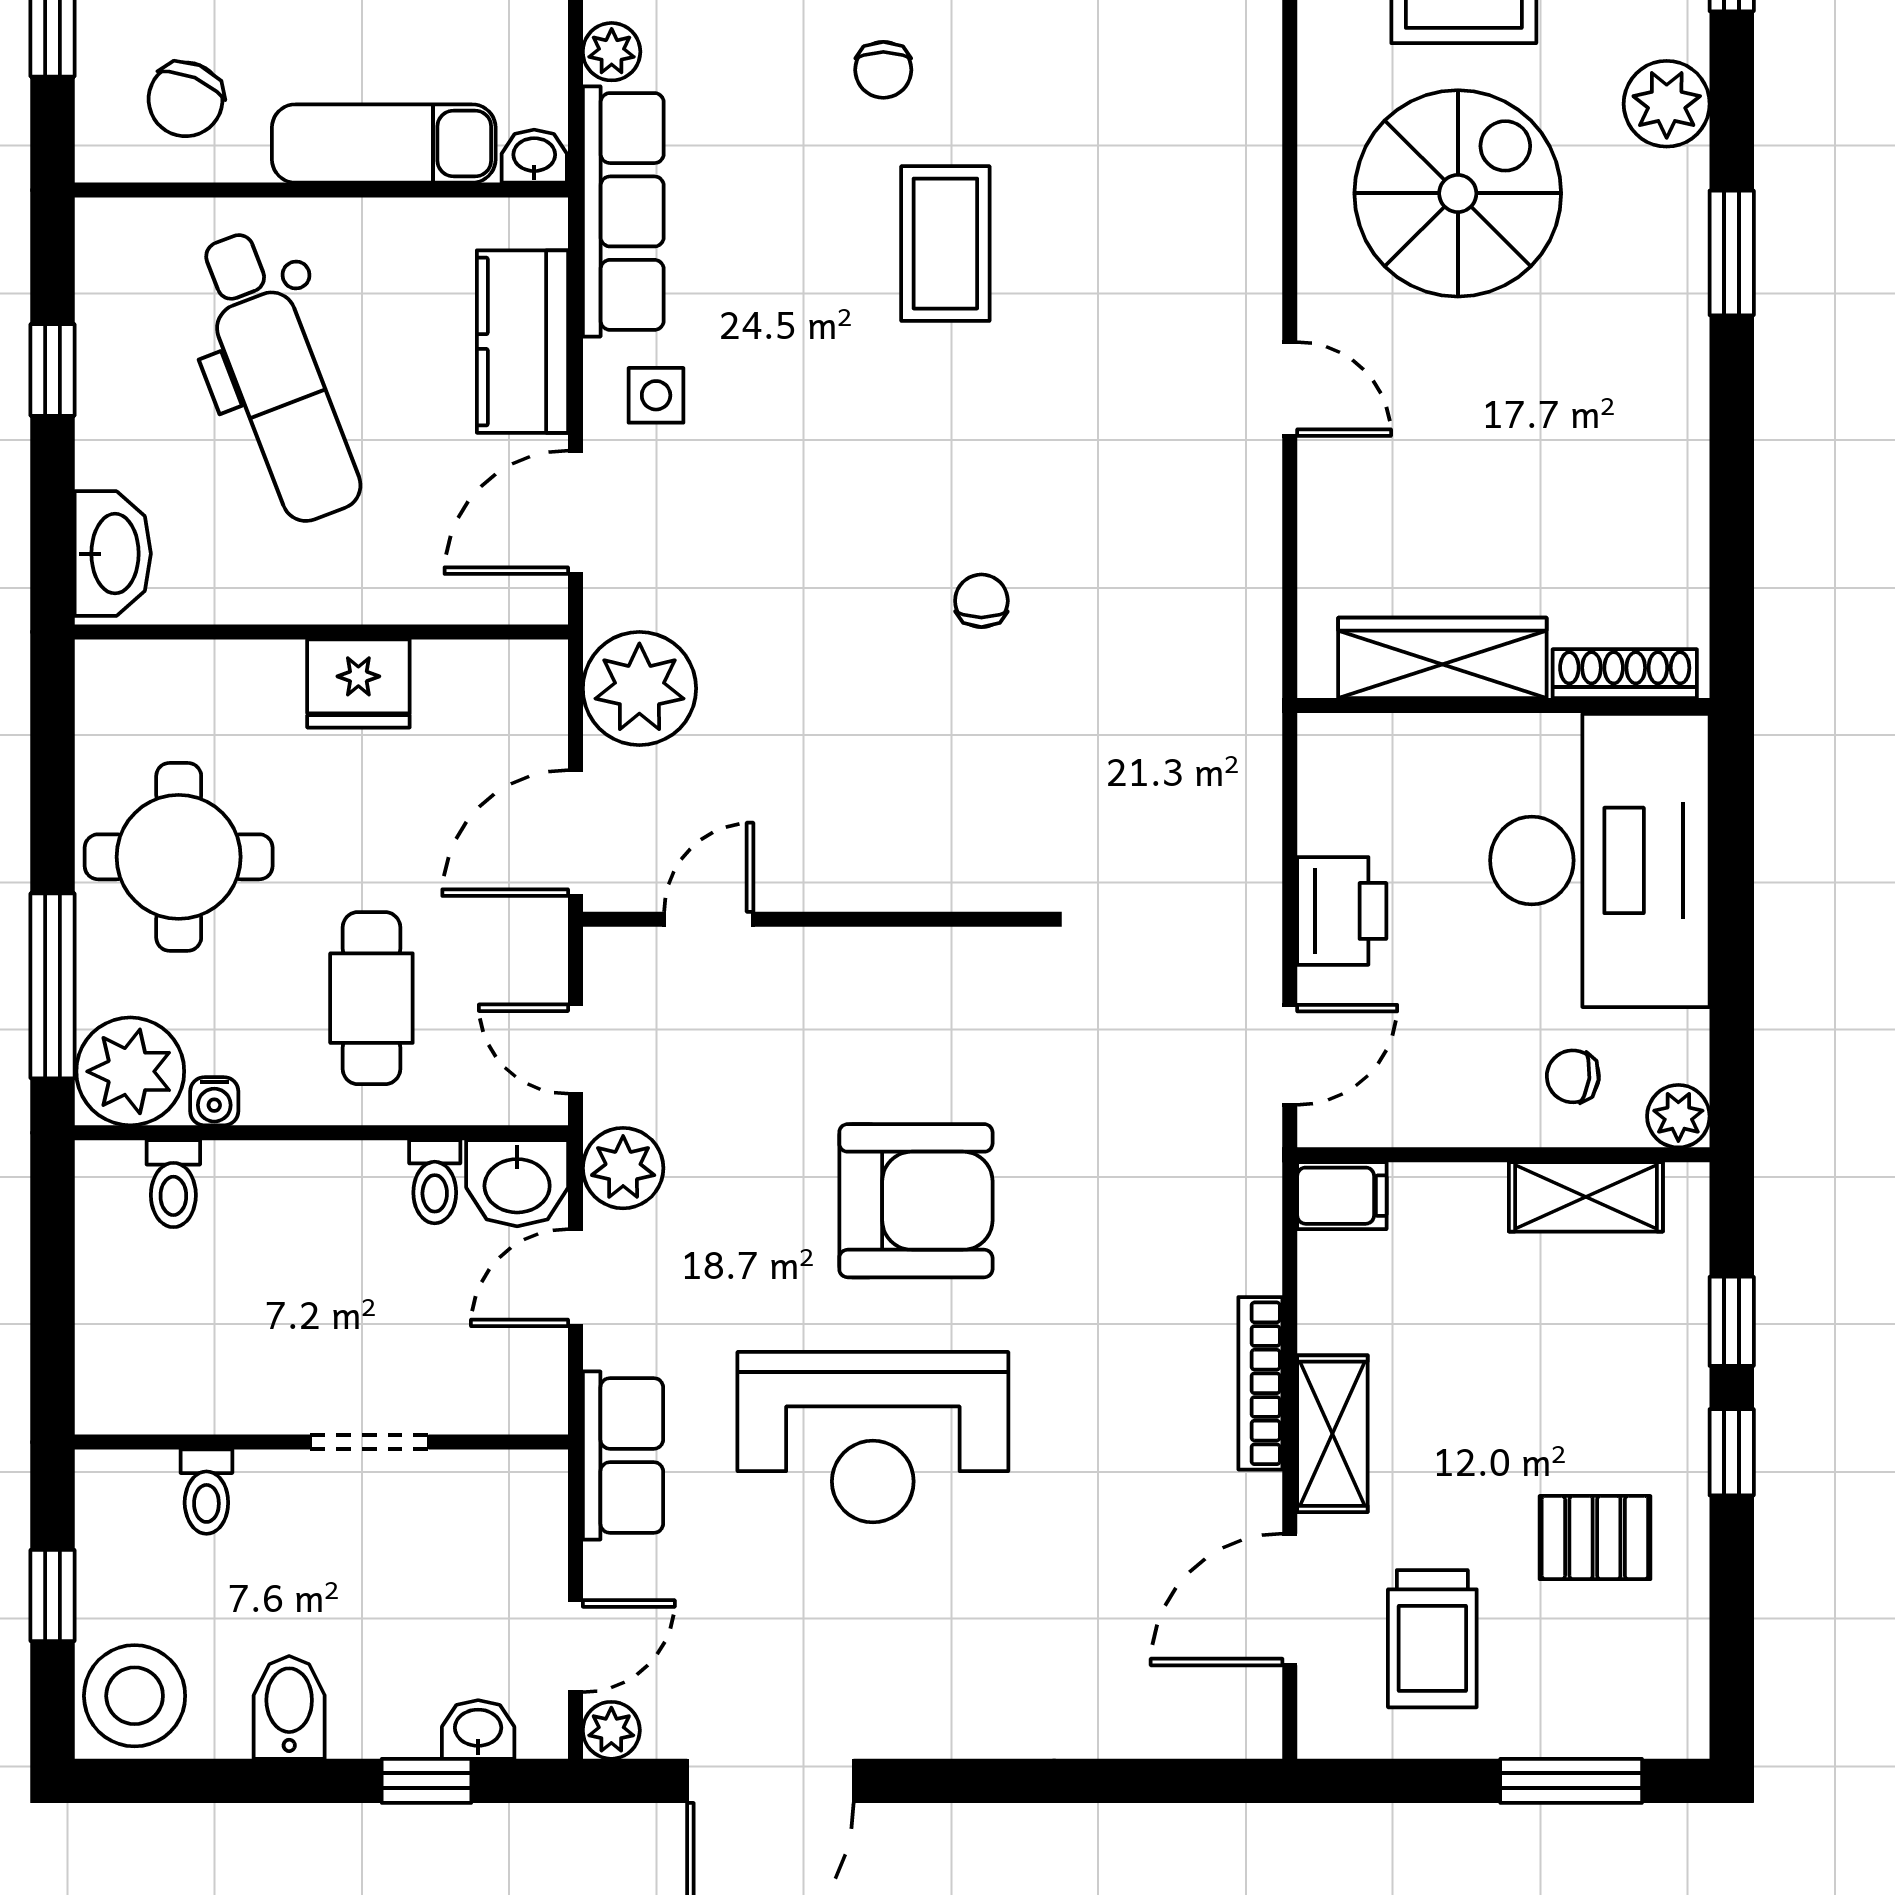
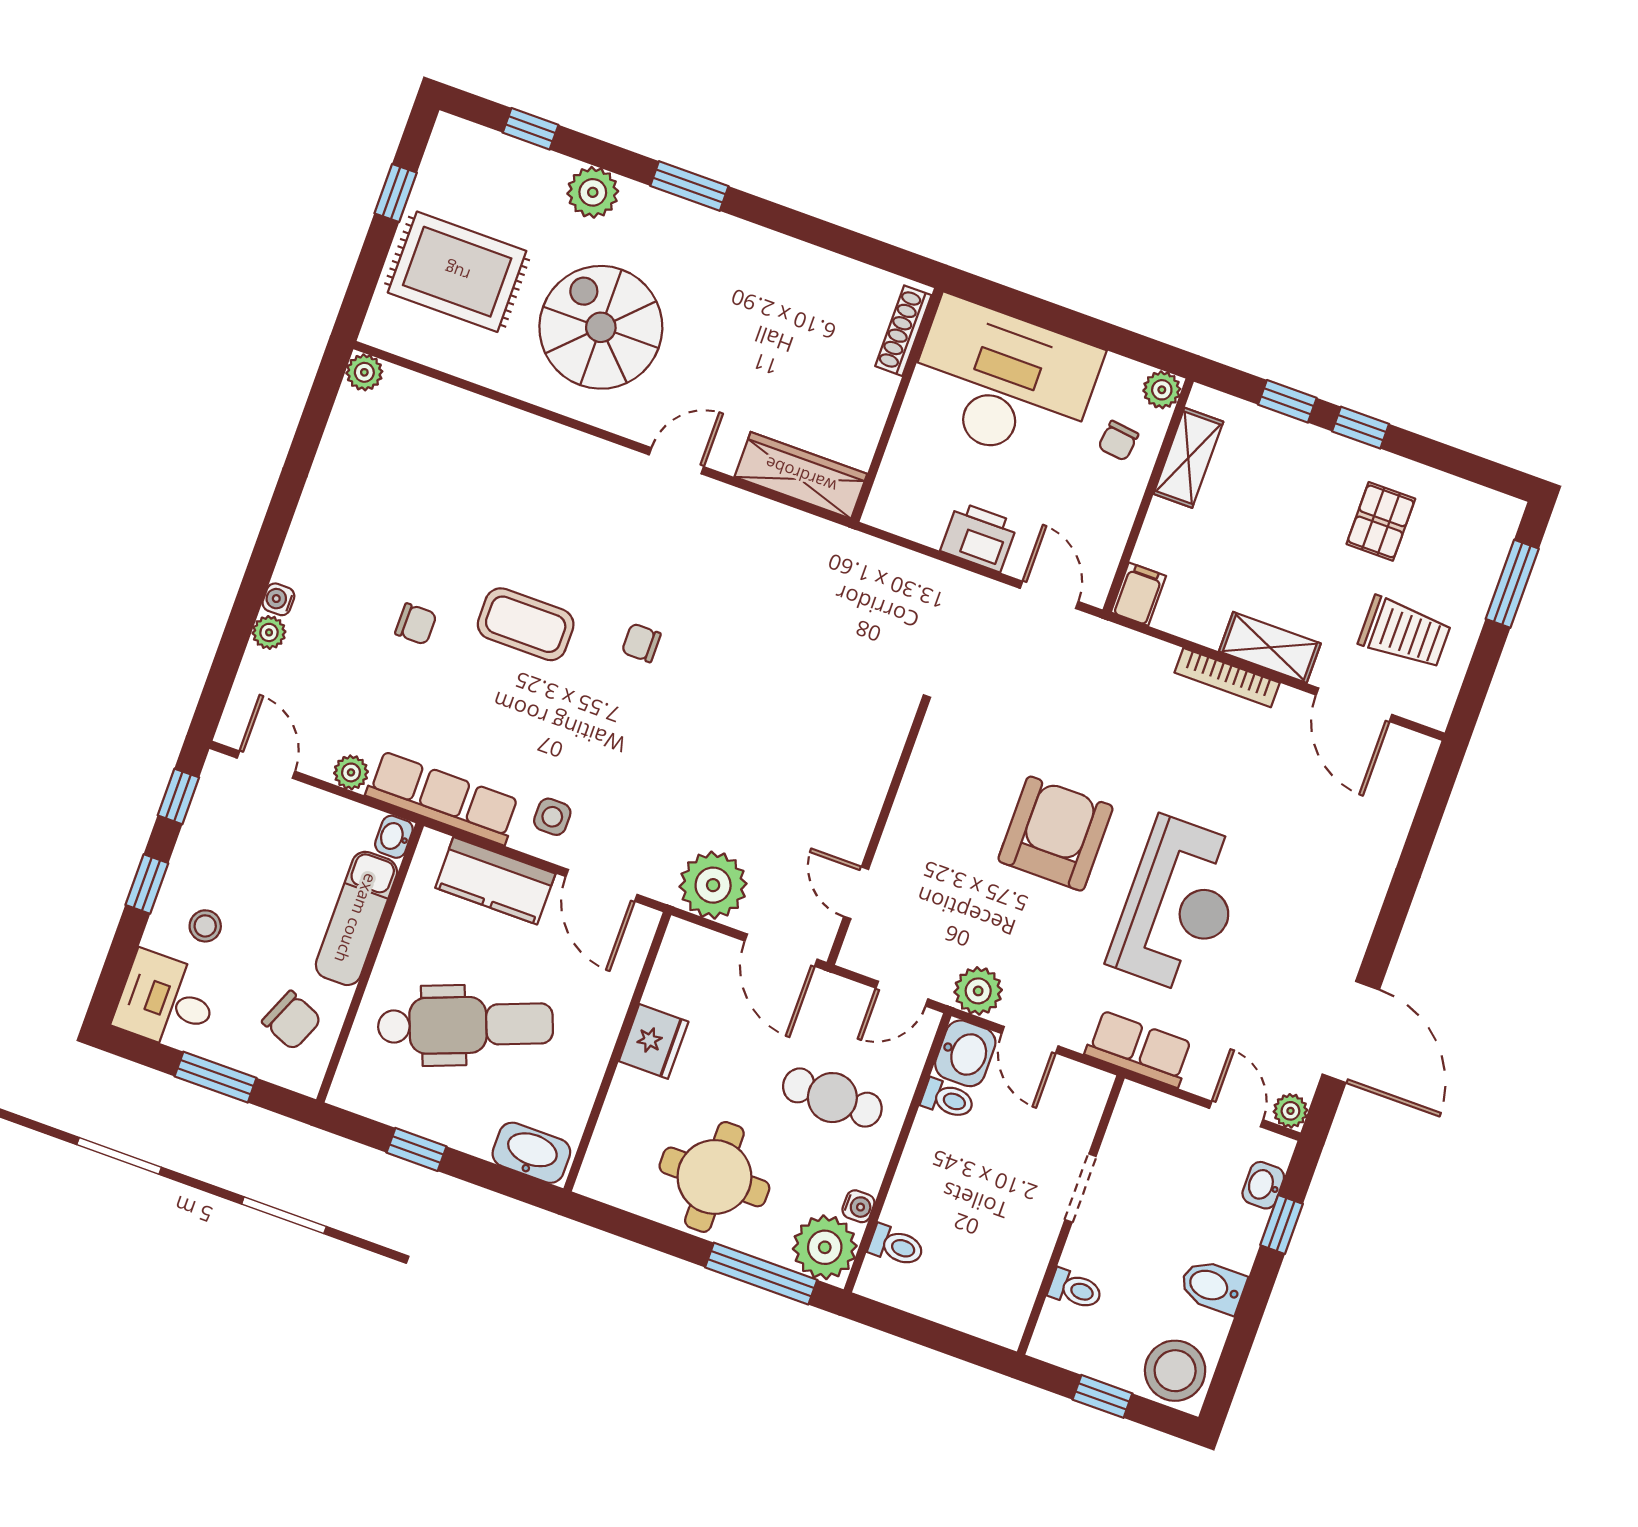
chair: (981, 601) -> (641, 643), moved
wardrobe: (1442, 658) -> (801, 475), moved, turned 90

